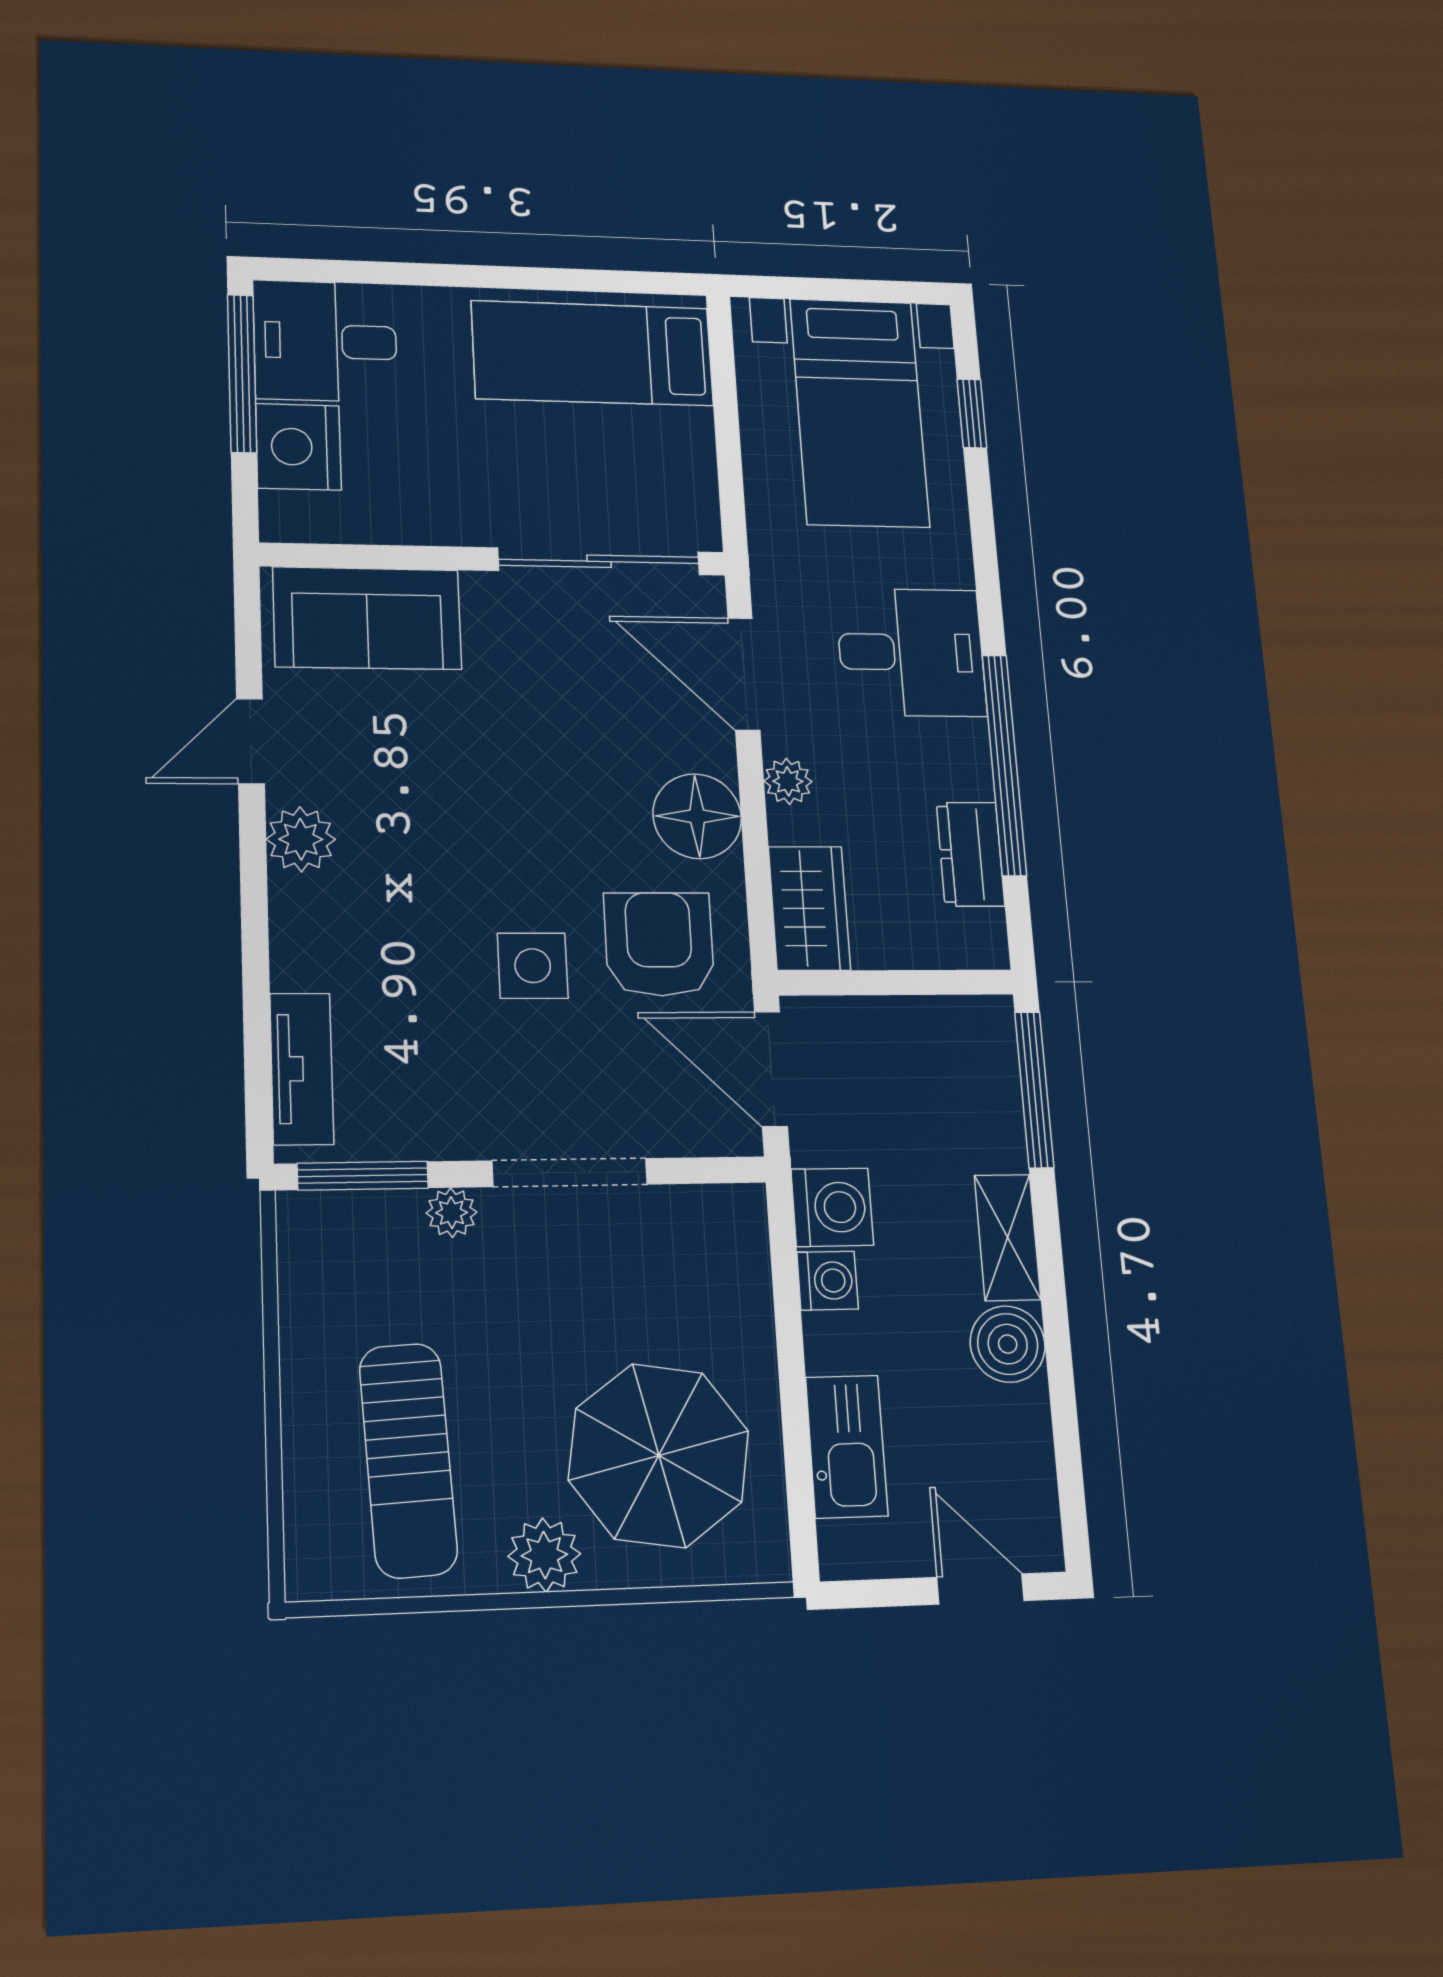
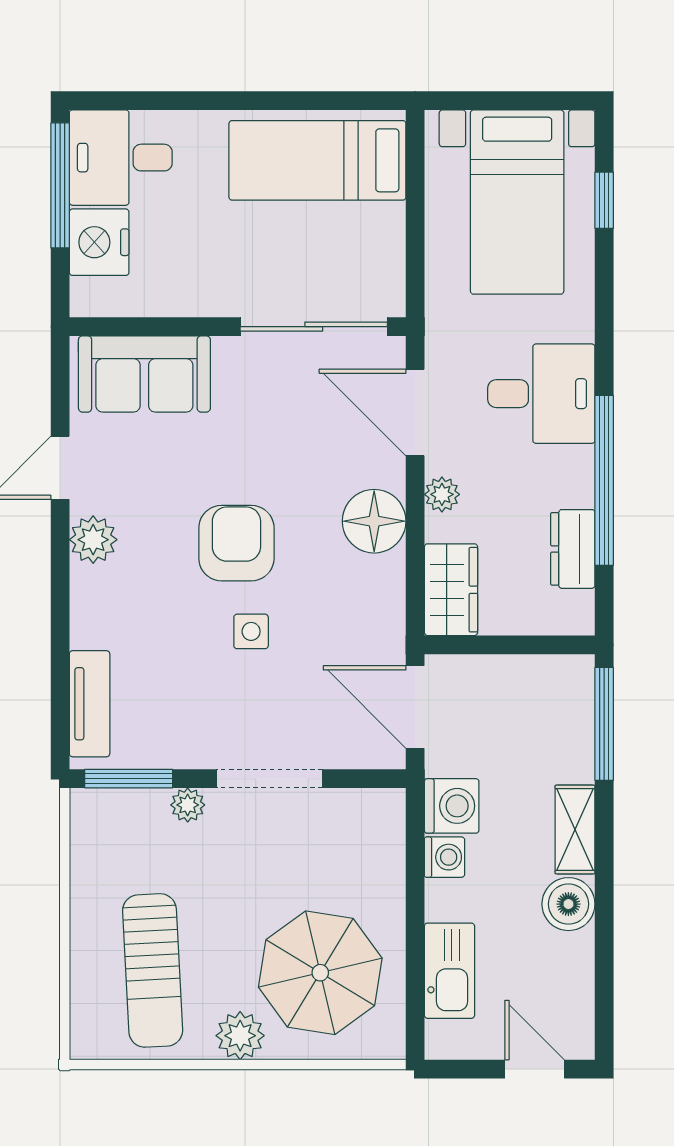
armchair: (659, 944) -> (236, 543), moved
side table: (533, 966) -> (251, 631), width x0.73, depth x0.73

